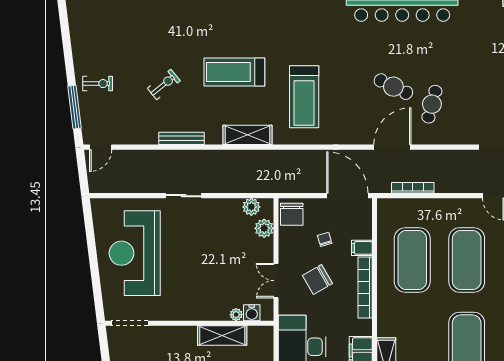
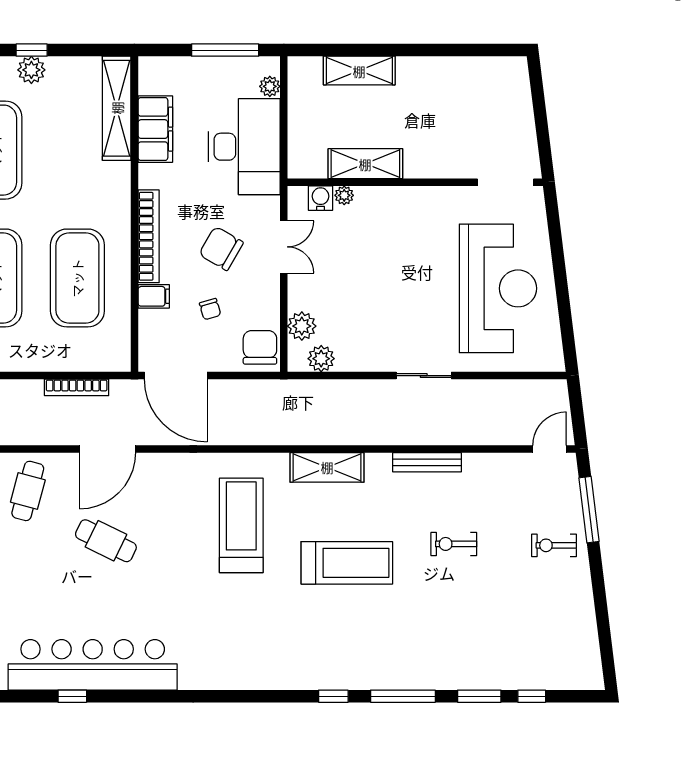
exercise bike: (164, 84) -> (454, 544), turned 39
cafe table: (432, 104) -> (28, 491), moved
chair: (317, 280) -> (221, 248), turned -120

